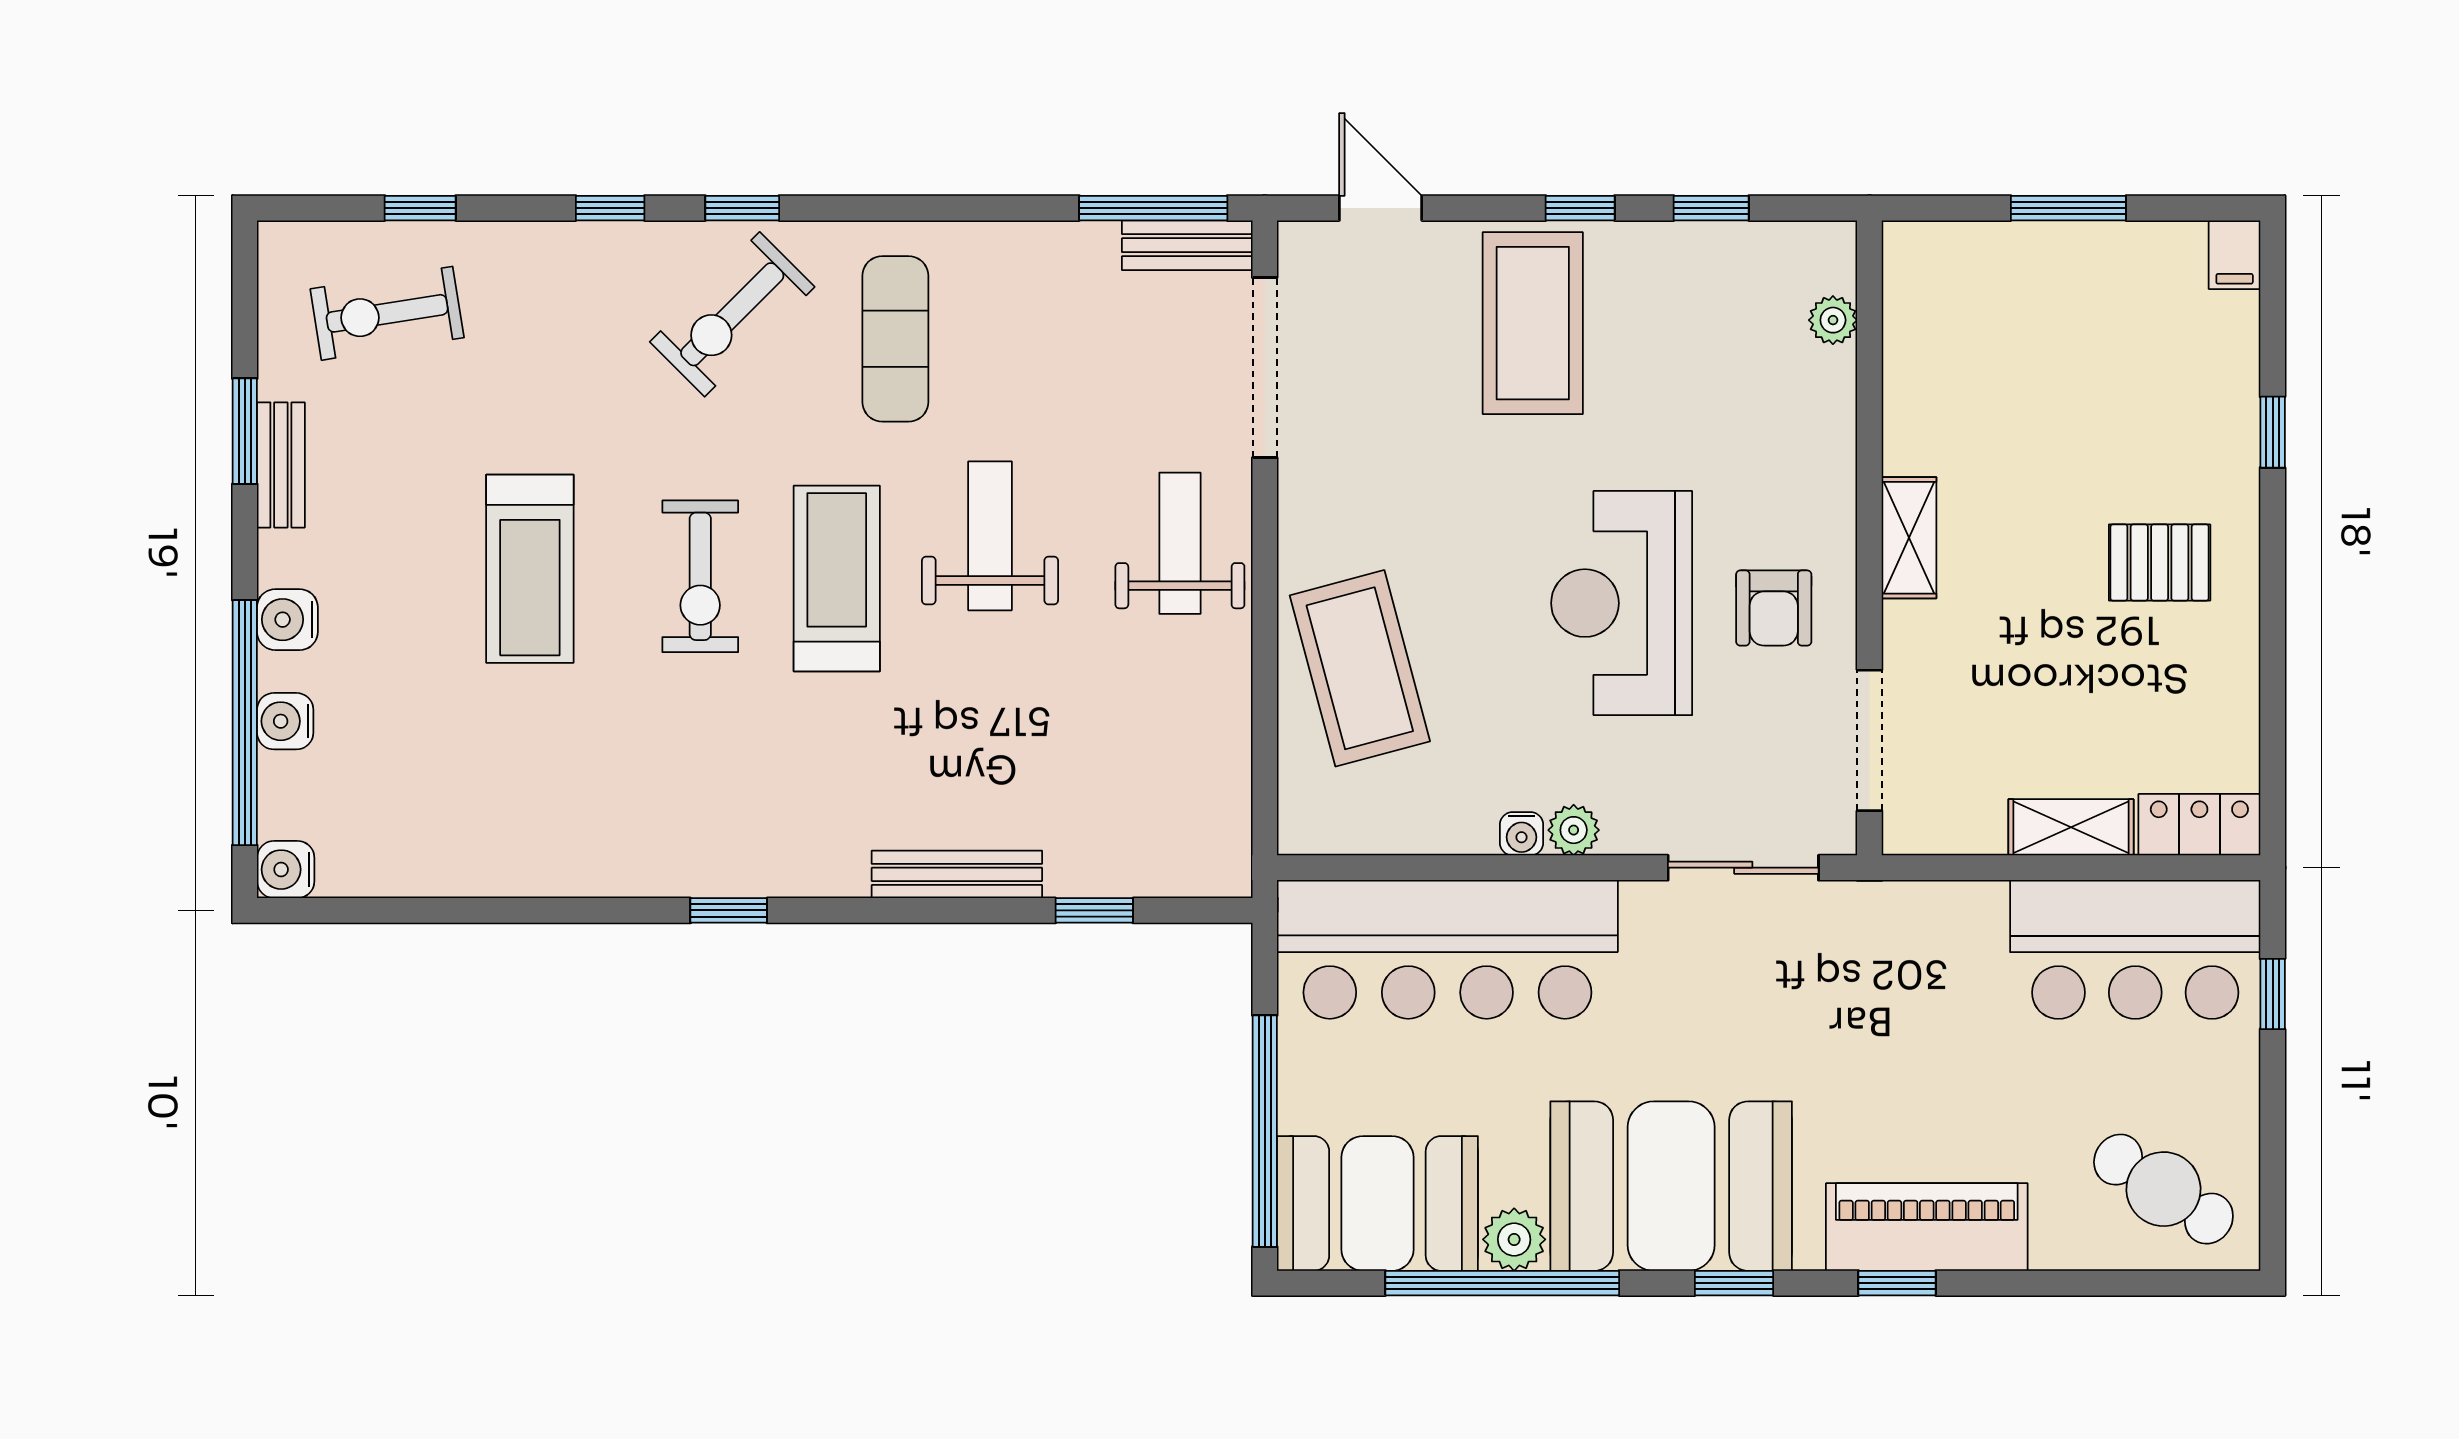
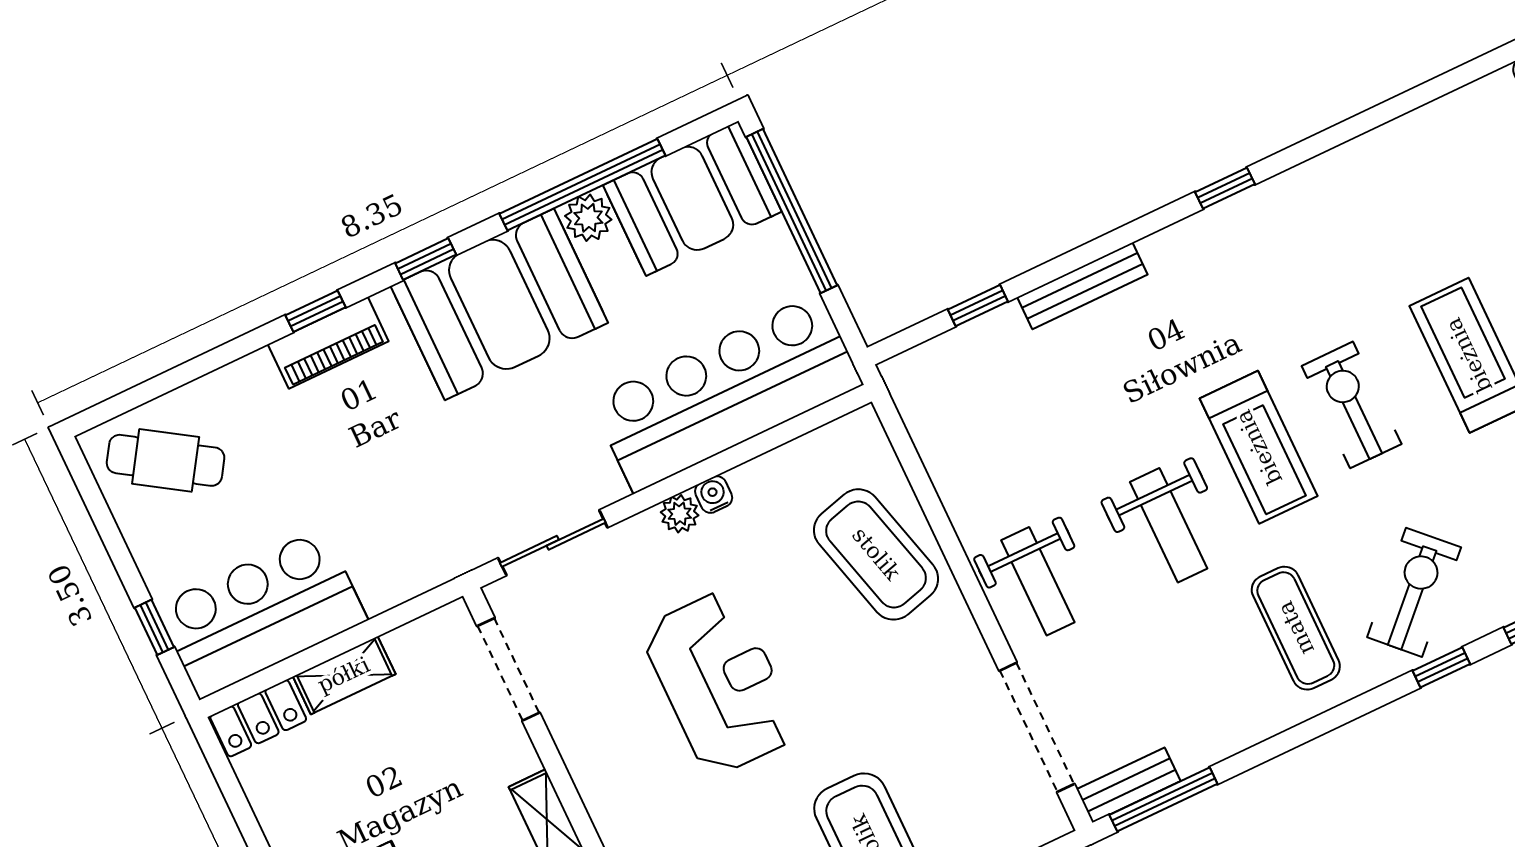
armchair: (1774, 608) -> (616, 728), removed
piano: (1927, 1227) -> (328, 343), width x0.73, depth x0.75

